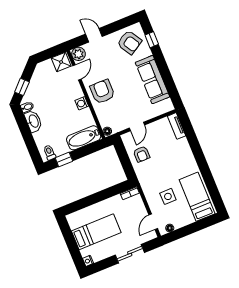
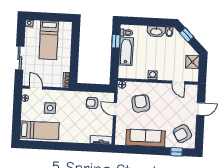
plant: (78, 54) -> (192, 90), removed
shower: (61, 62) -> (192, 62), moved
armchair: (102, 92) -> (141, 103), moved, turned -100
bathtub: (84, 138) -> (126, 51), moved

